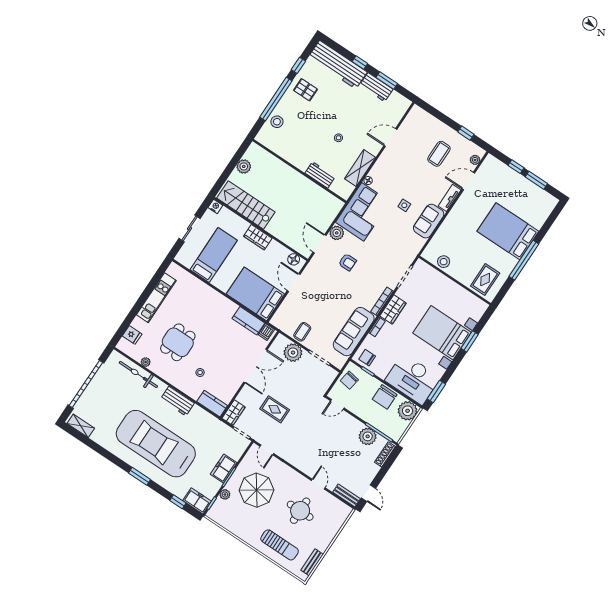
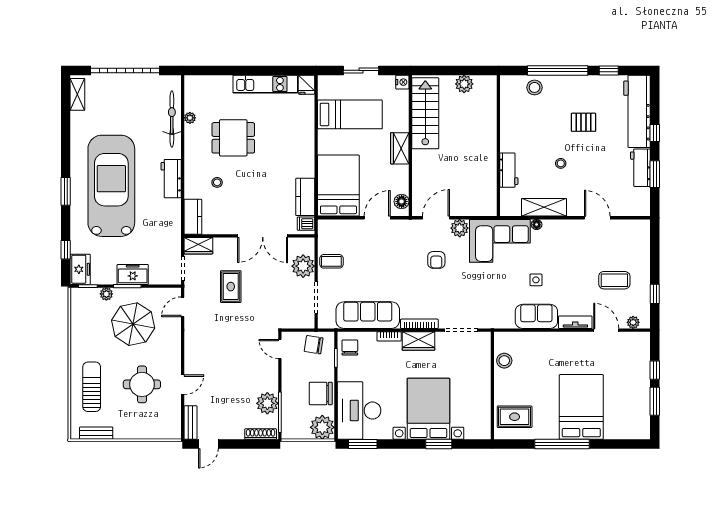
pallet: (305, 90) -> (584, 122), moved, turned 90
fridge: (132, 335) -> (307, 85), moved
sun lounger: (280, 545) -> (92, 387), turned 180

